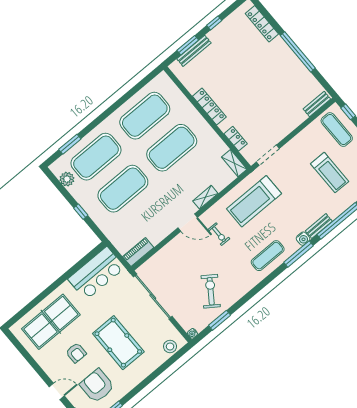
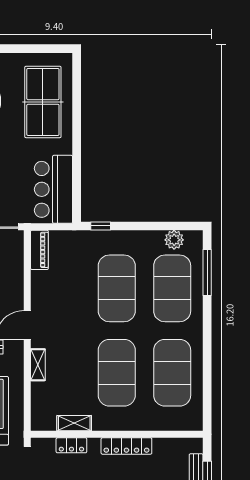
window: (70, 144) -> (207, 273), width x1.44
shelving: (234, 163) -> (74, 423), moved
window: (81, 212) -> (101, 226), moved

